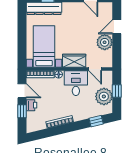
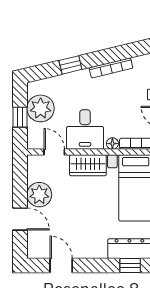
door: (117, 27) -> (20, 219), hinge flipped
window: (96, 121) -> (70, 65), moved

